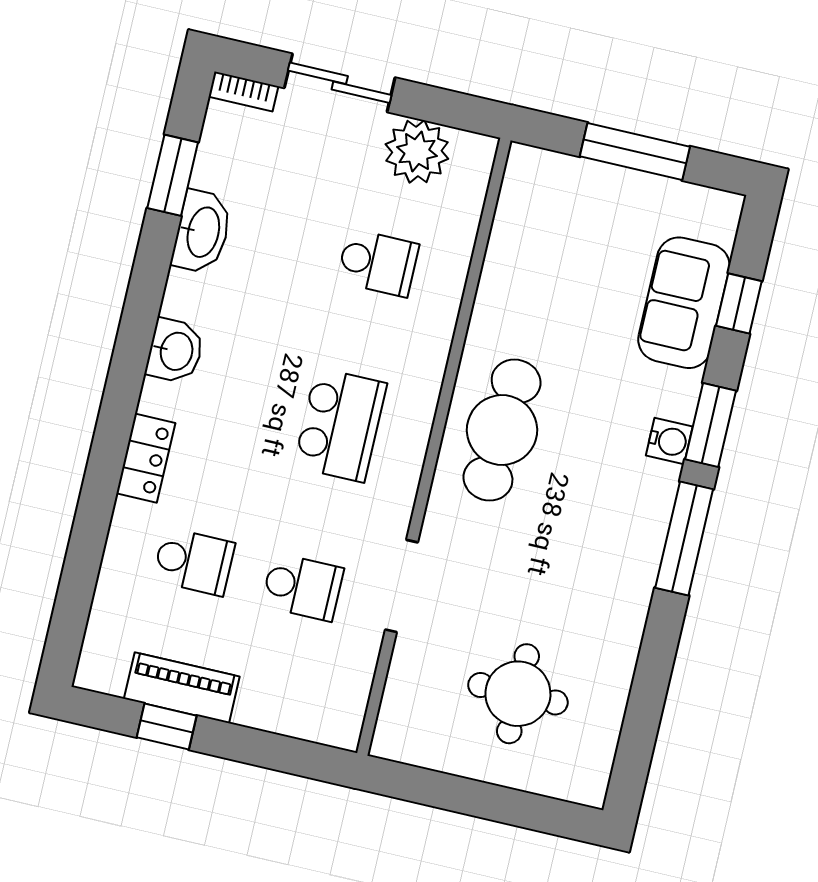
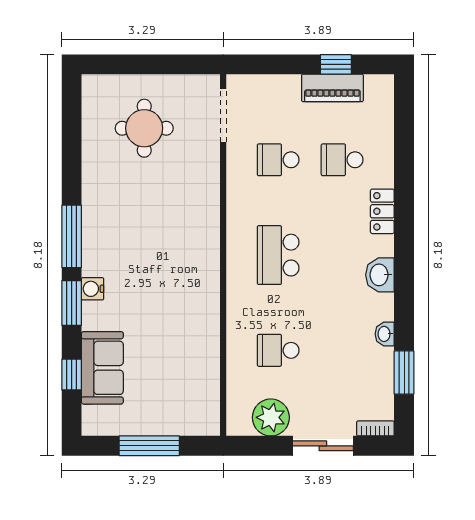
washbasin: (202, 232) -> (385, 334), width x0.52, depth x0.69
cafe table: (502, 430) -> (187, 273), removed
doorway: (402, 586) -> (223, 116), moved

